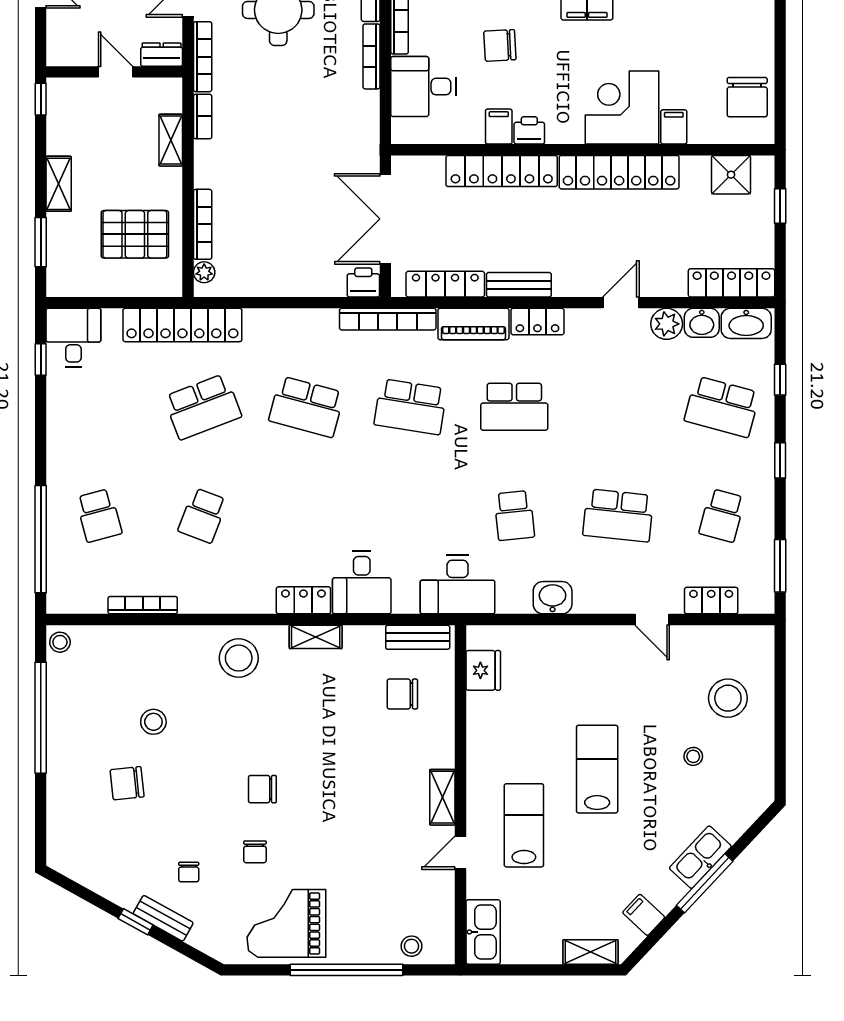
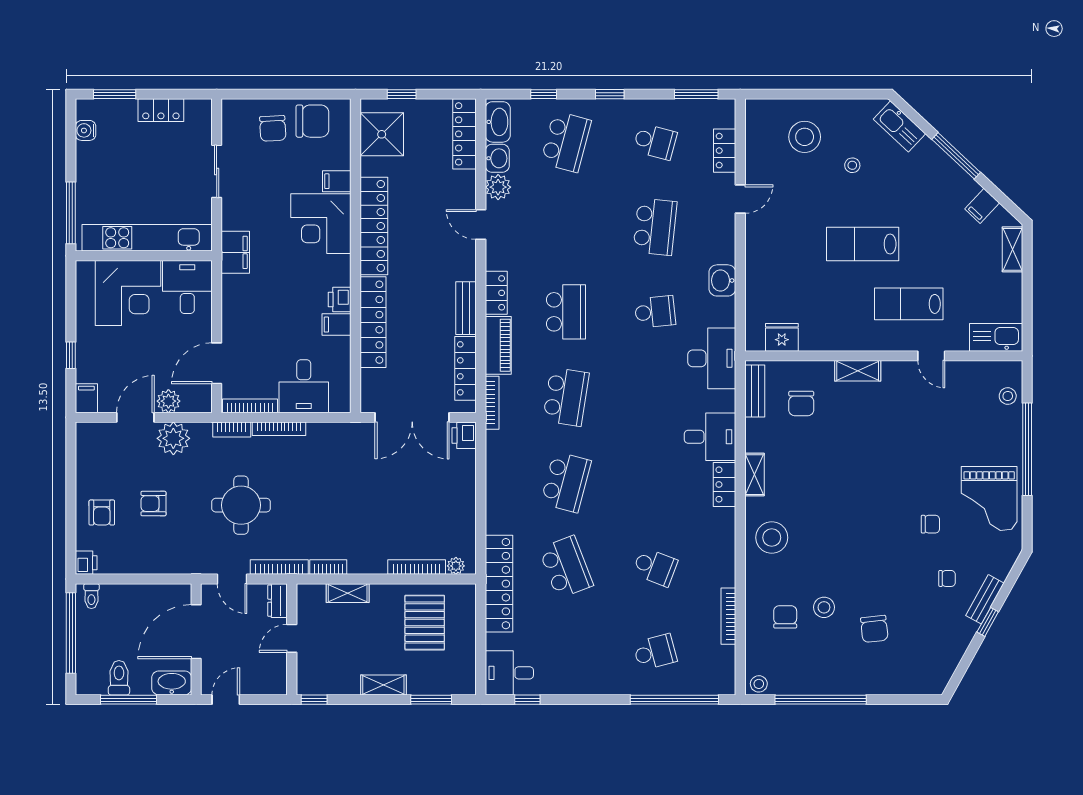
chair: (500, 45) -> (273, 128), moved
shower: (731, 175) -> (382, 134), width x1.36, depth x1.36
bookcase: (388, 319) -> (492, 403), width x0.68, depth x0.76
chair: (262, 789) -> (785, 617), moved, turned 180
shelving: (442, 797) -> (858, 371), moved
kitchen sink: (700, 857) -> (899, 126), moved

